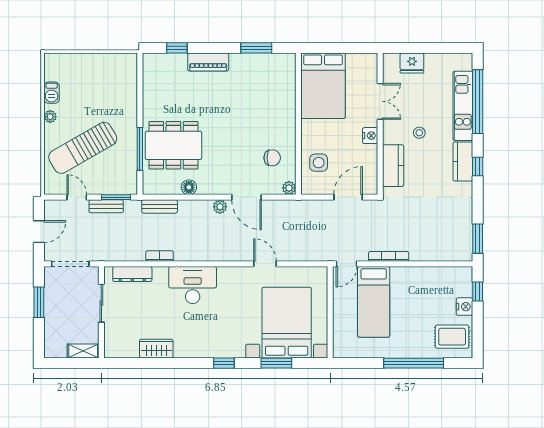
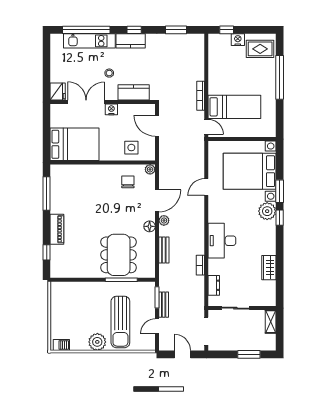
window: (256, 48) -> (47, 194), width x1.44
fridge: (412, 63) -> (58, 92), moved
barbecue: (52, 93) -> (61, 345), moved
double door: (380, 101) -> (86, 102), width x1.37
plant: (50, 117) -> (97, 342), width x1.87, depth x1.87
sun lounger: (83, 148) -> (120, 322), turned 30
floor lamp: (189, 187) -> (150, 226), moved
bench: (160, 207) -> (164, 250), moved
window: (478, 239) -> (176, 30), moved
dresser: (132, 274) -> (214, 285), width x0.70
window: (39, 302) -> (249, 354), moved
rug: (452, 337) -> (260, 49), turned 90
plant: (233, 346) -> (267, 211), added
window: (276, 363) -> (280, 191), moved

